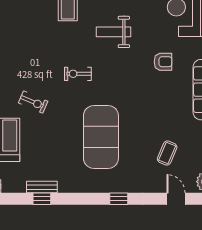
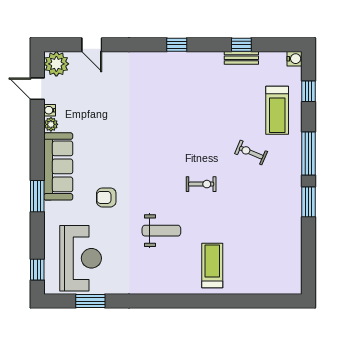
exercise mat: (101, 137) -> (175, 114), removed
coffee table: (167, 153) -> (102, 96), removed
window: (119, 199) -> (177, 45), moved

